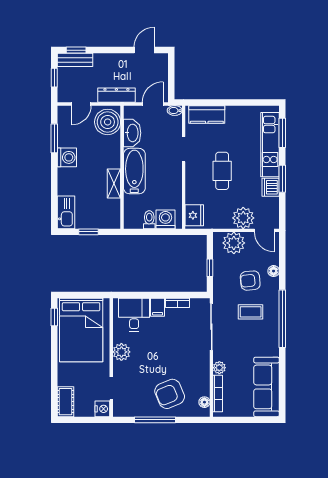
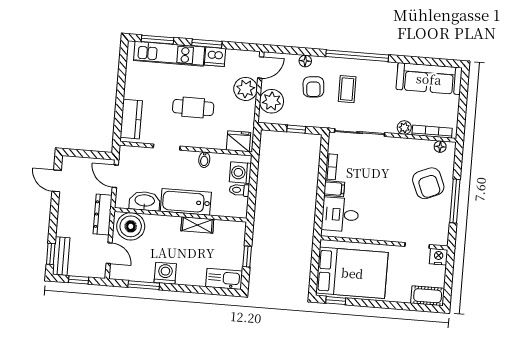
bidet: (175, 111) -> (204, 160), moved
plant: (121, 352) -> (379, 231), removed

